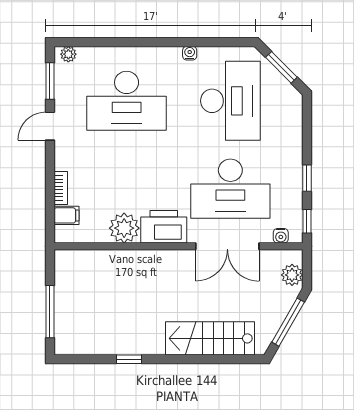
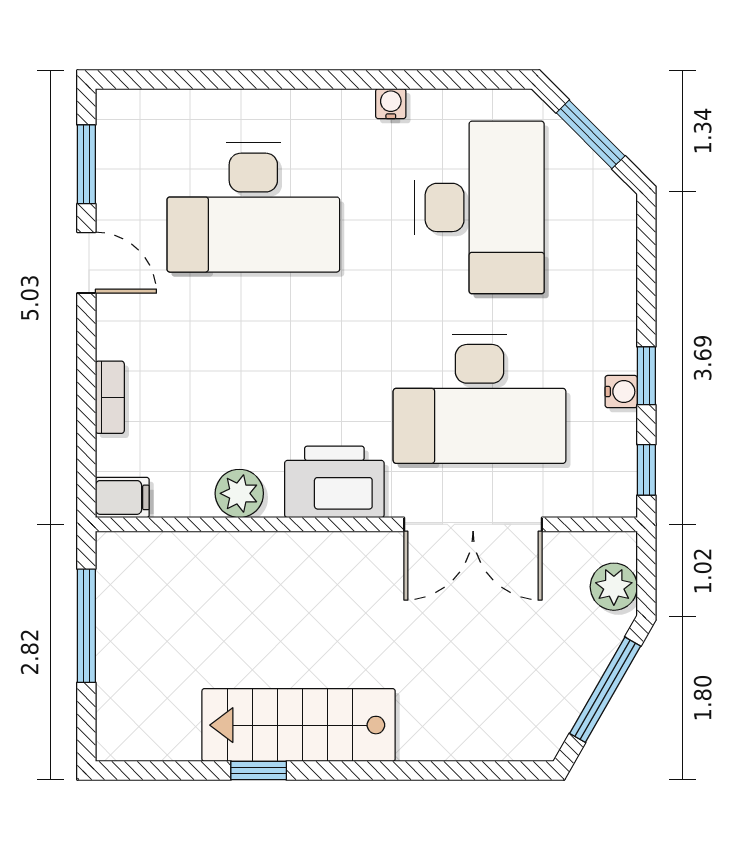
plant: (68, 54) -> (127, 106), removed
door: (50, 126) -> (86, 263), swing flipped
filing cabinet: (66, 215) -> (122, 497), moved
plant: (124, 228) -> (239, 493), width x0.73, depth x0.73
water cooler: (281, 236) -> (621, 392), moved, turned -90
window: (50, 312) -> (86, 626), moved
stairs: (210, 338) -> (299, 725), moved

